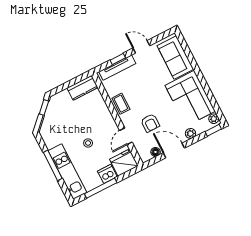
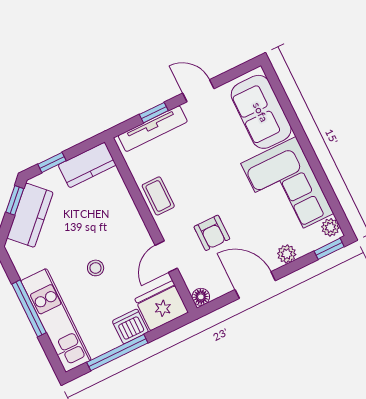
window: (64, 87) -> (52, 162), added
kitchen counter: (52, 115) -> (30, 215), added
floor lamp: (155, 152) -> (201, 297), moved

